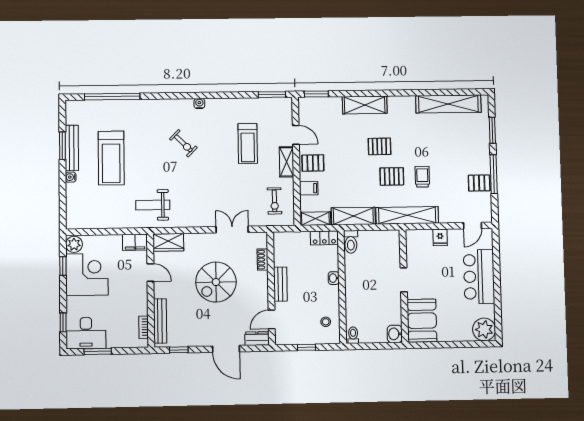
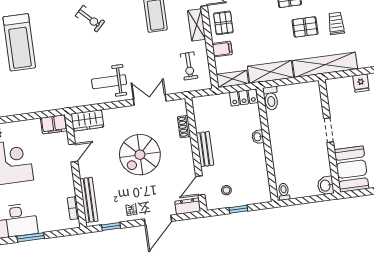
pallet: (313, 163) -> (223, 23), turned 90
weight bench: (153, 205) -> (109, 82), moved
door: (150, 273) -> (73, 153), hinge flipped
stool: (326, 322) -> (226, 190), moved
door: (226, 349) -> (158, 220), hinge flipped

